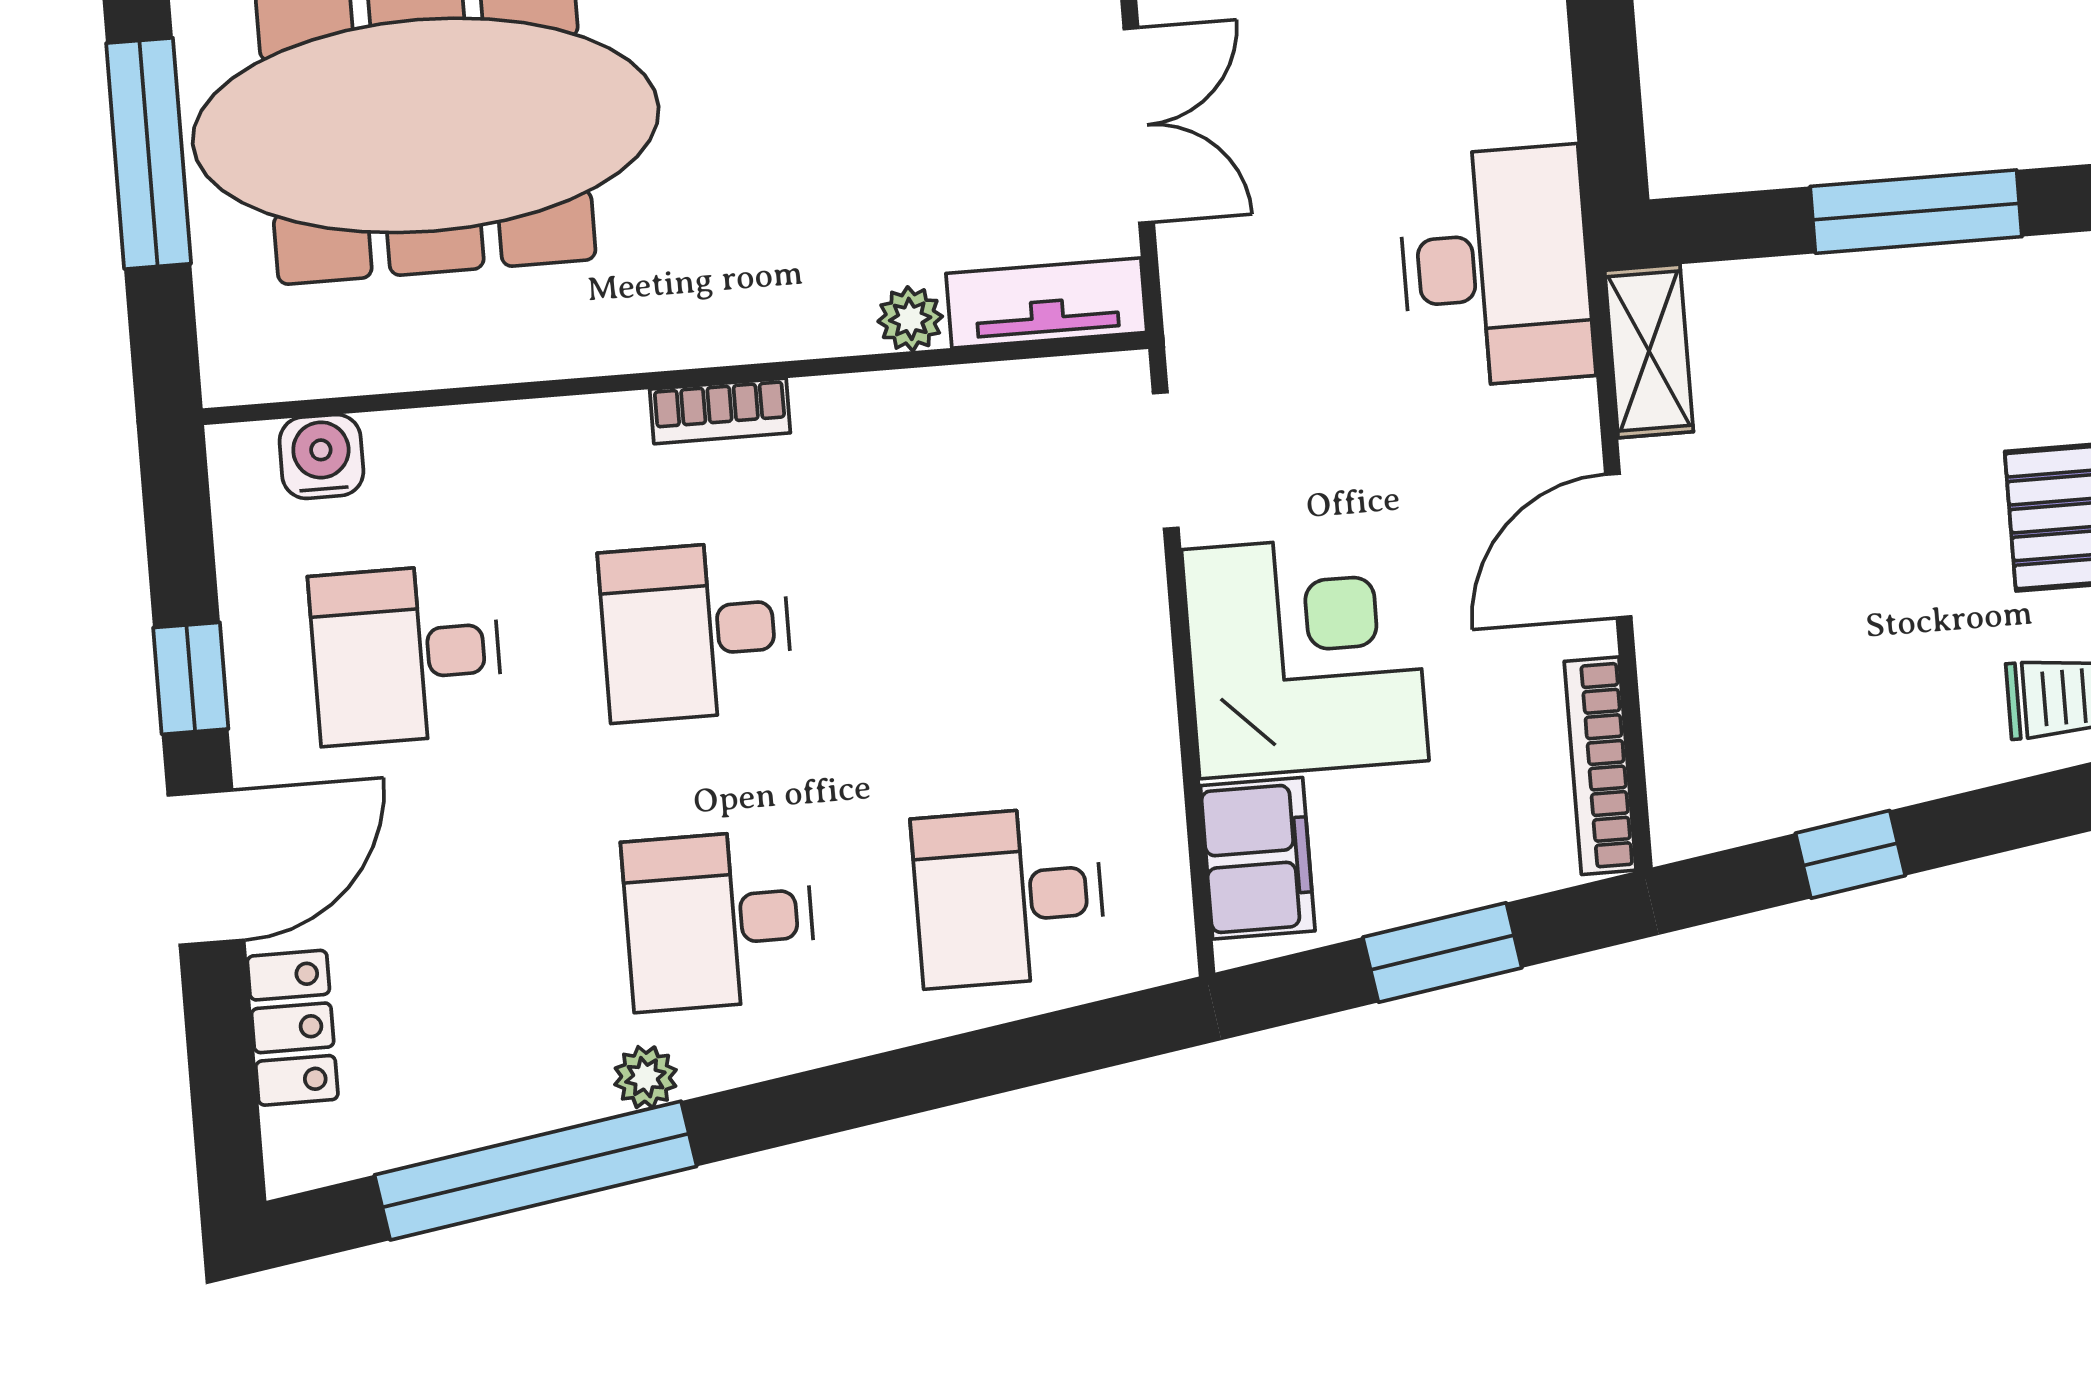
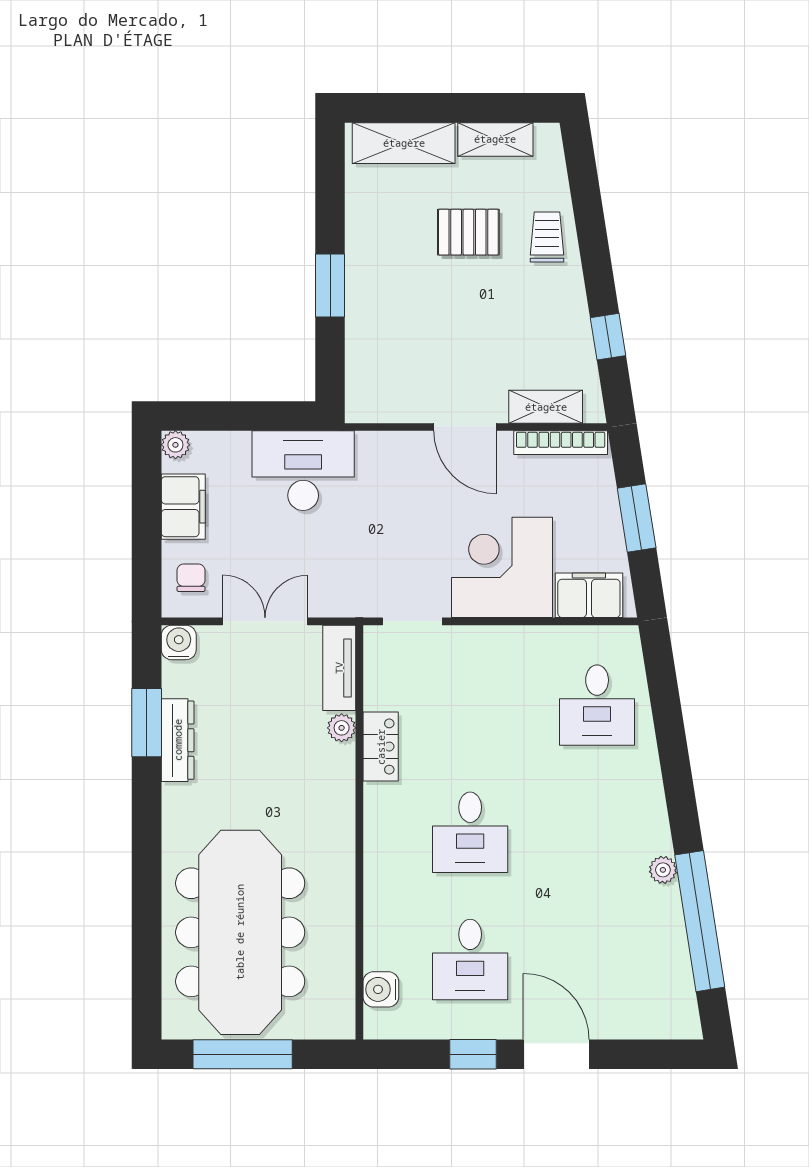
window: (1916, 212) -> (330, 285), width x0.69
desk: (1496, 267) -> (303, 471), moved
shelving: (1649, 351) -> (546, 407), moved
bookcase: (720, 411) -> (375, 814), removed
desk: (719, 920) -> (597, 832), removed
locker: (293, 1028) -> (381, 747), moved, turned 90

